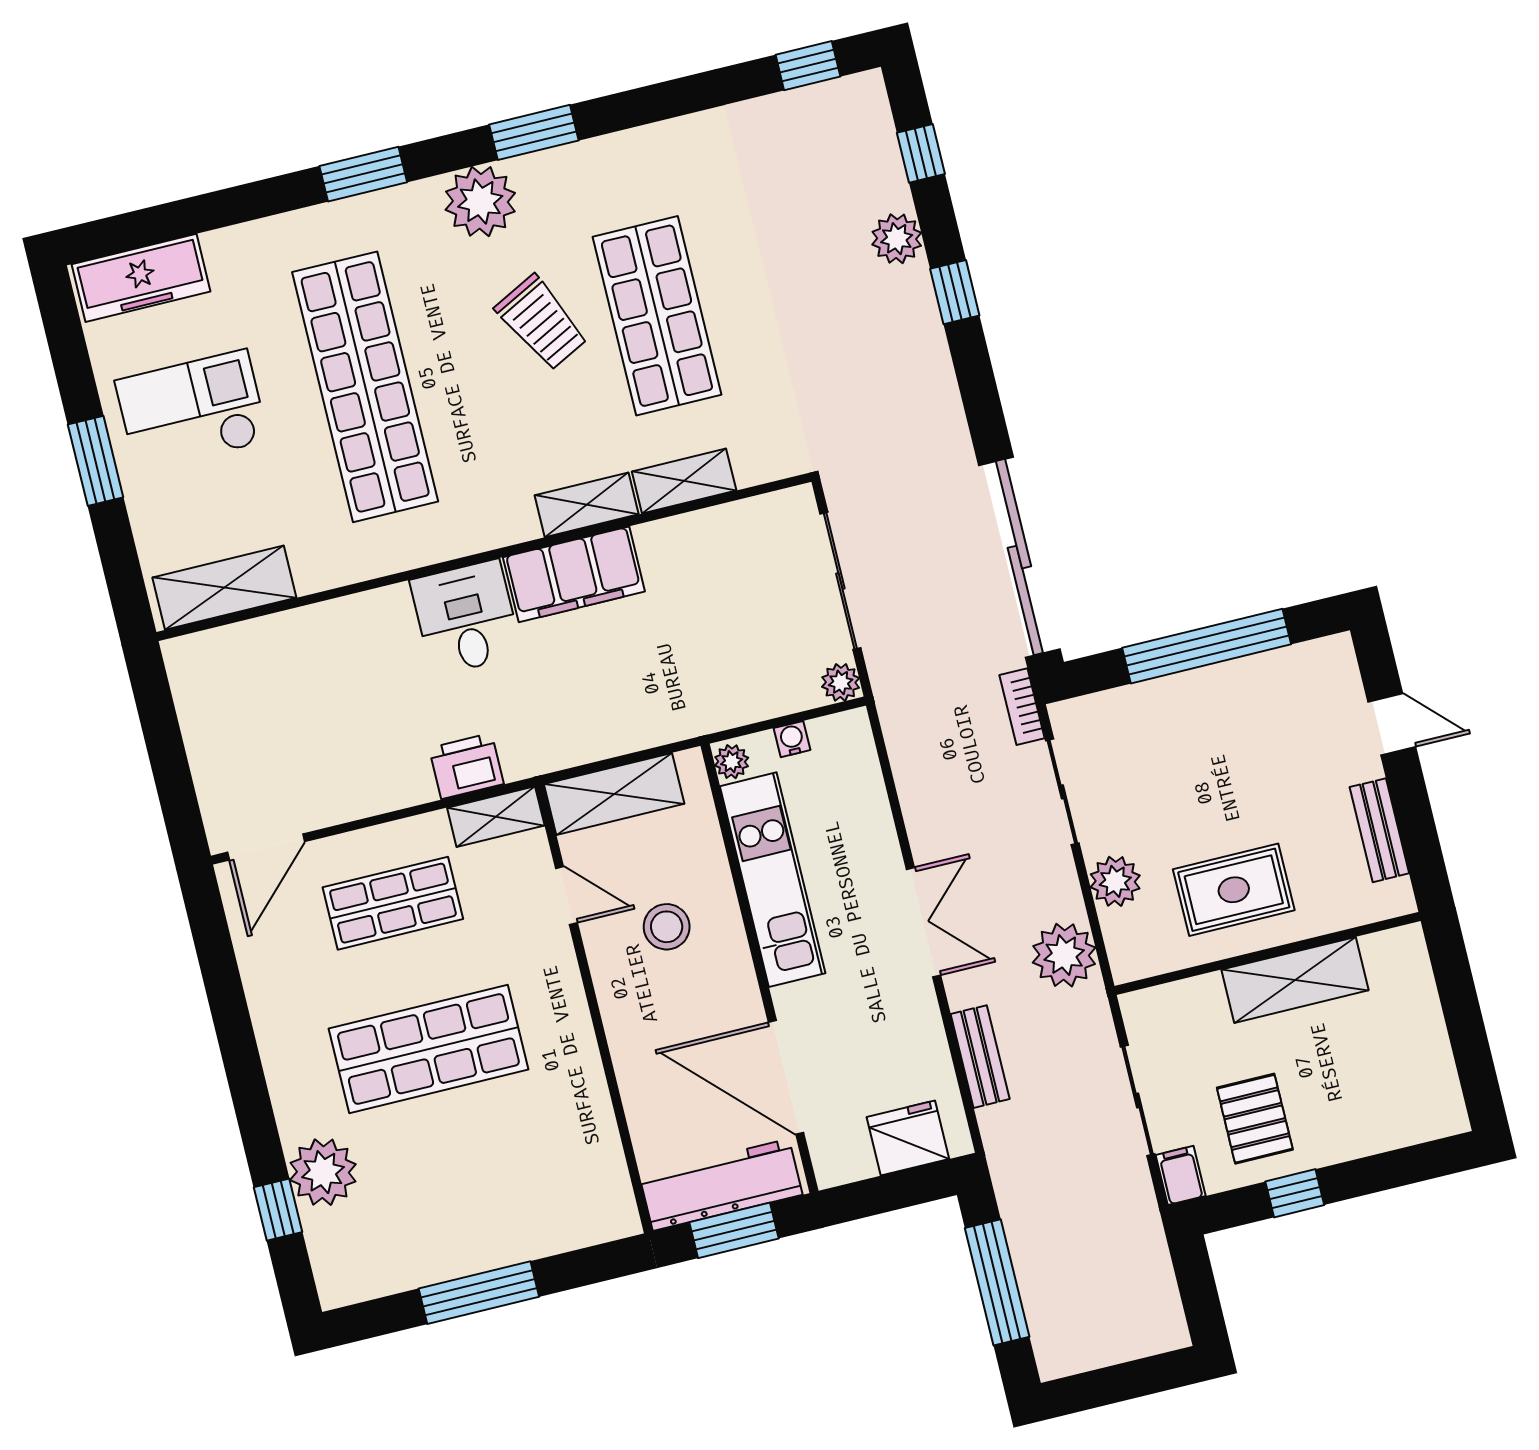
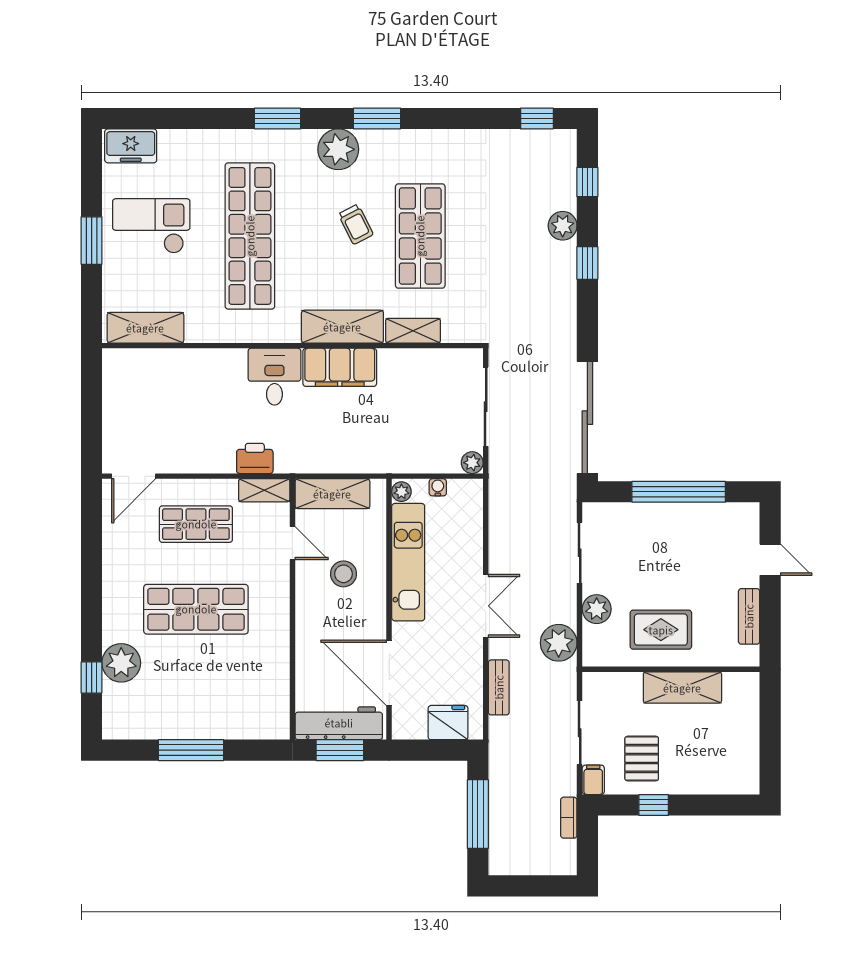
freezer: (141, 278) -> (131, 146), width x0.71
trolley: (542, 323) -> (356, 224), width x0.73, depth x0.72
shelving: (587, 505) -> (342, 327), width x1.50, depth x1.33
bookcase: (1022, 707) -> (569, 818), moved

